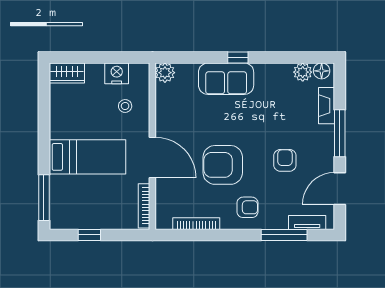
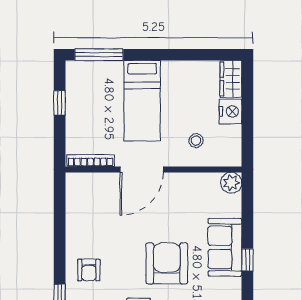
nightstand: (117, 73) -> (231, 112), moved
armchair: (223, 165) -> (167, 263), moved
bookcase: (196, 224) -> (72, 216), removed

